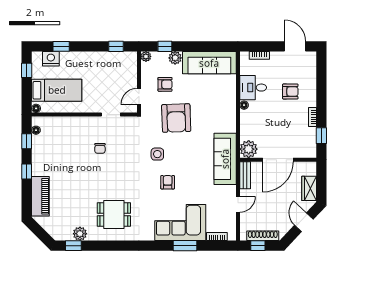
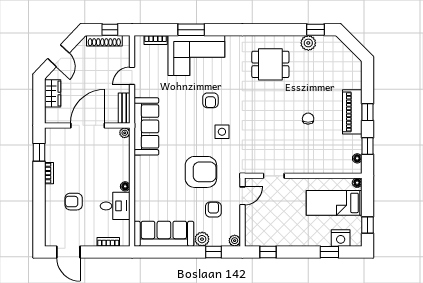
armchair: (165, 84) -> (213, 209), turned 90
armchair: (176, 118) -> (201, 172), turned 92
chair: (100, 148) -> (308, 119), moved
plant: (249, 149) -> (125, 133), width x0.53, depth x0.53
piano: (40, 196) -> (352, 112), moved

